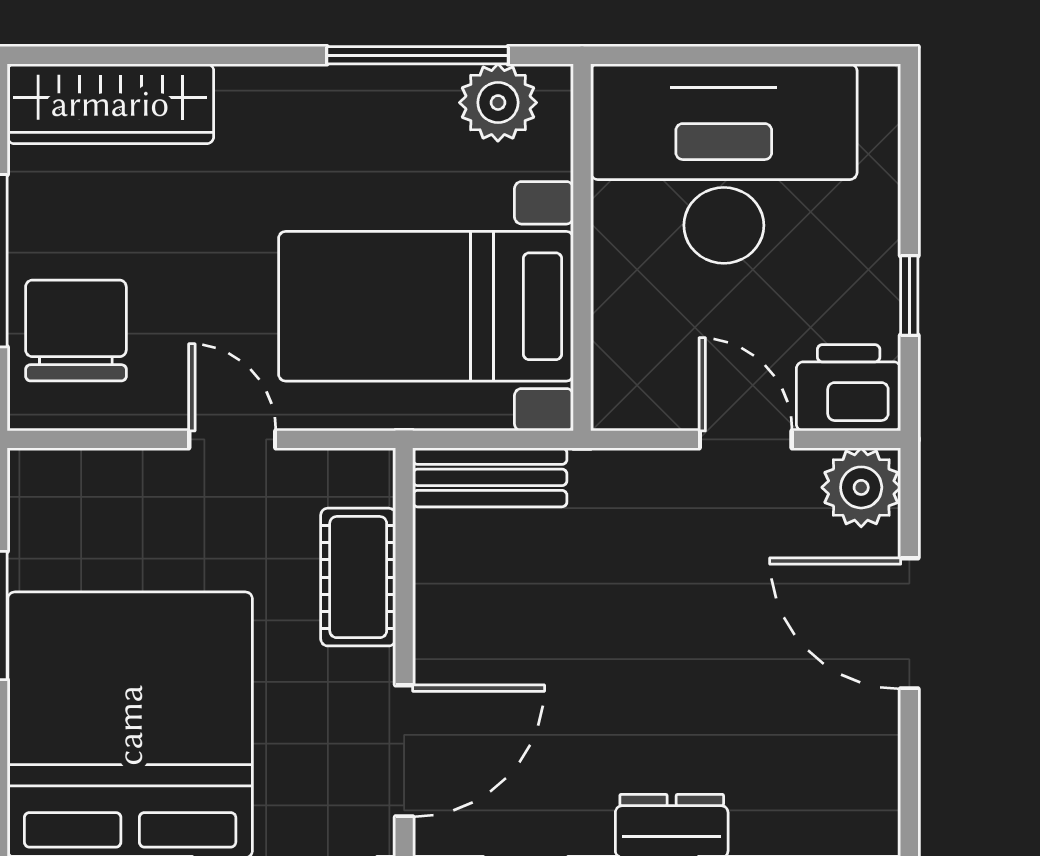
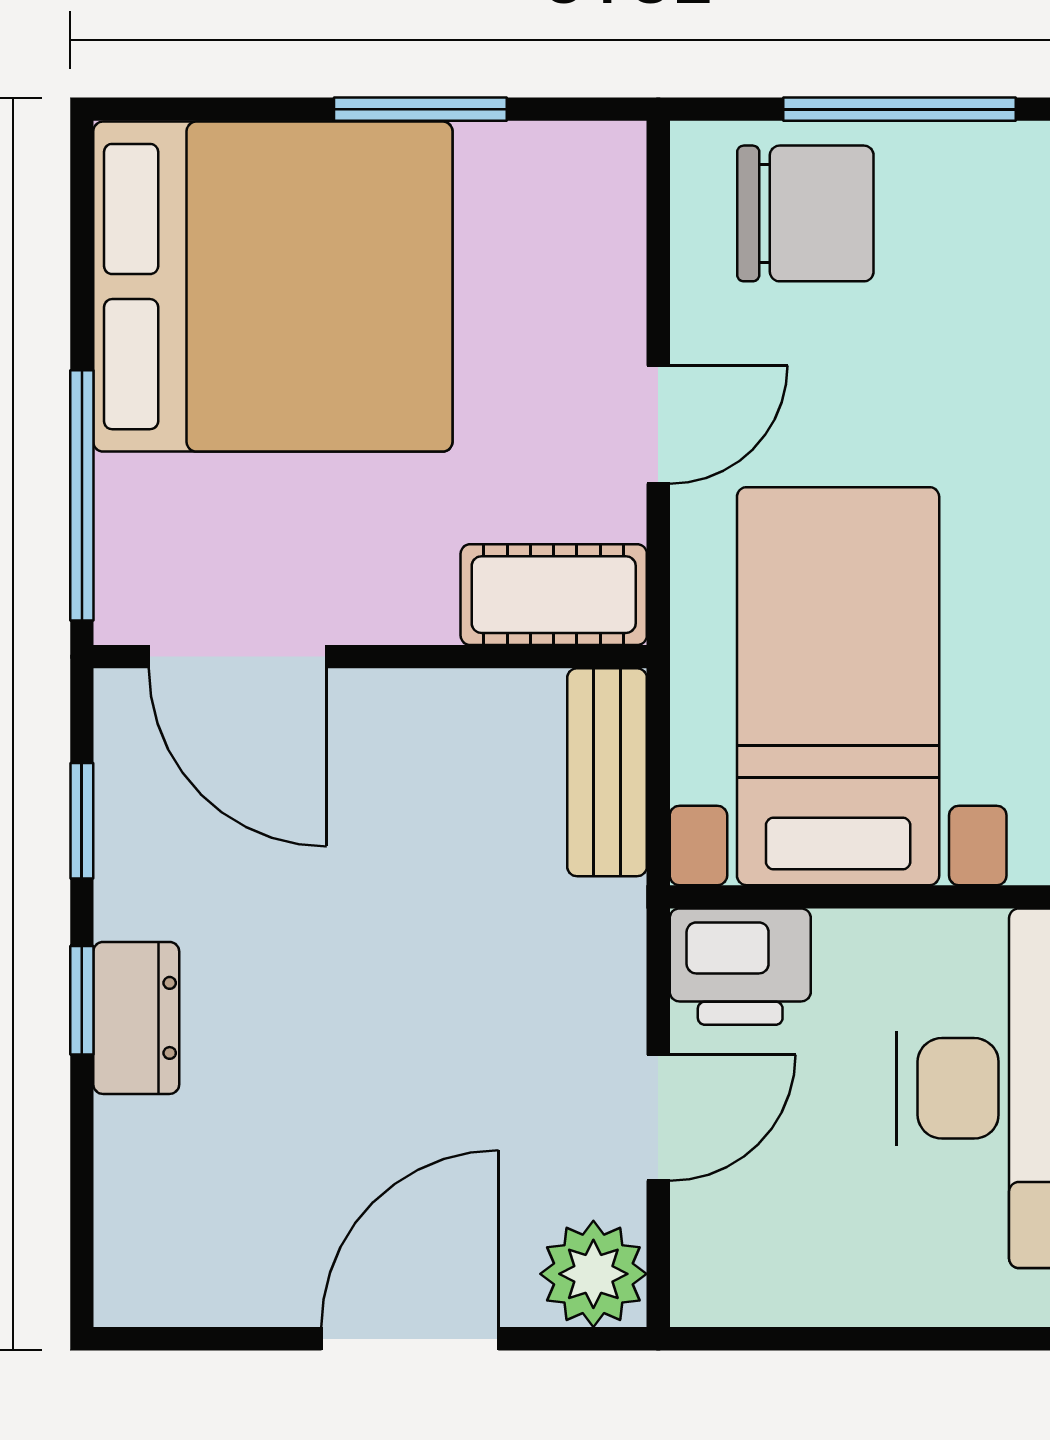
window: (909, 295) -> (853, 1339), removed
printer: (849, 388) -> (740, 967), moved, turned 90
cot: (358, 577) -> (554, 595), moved

